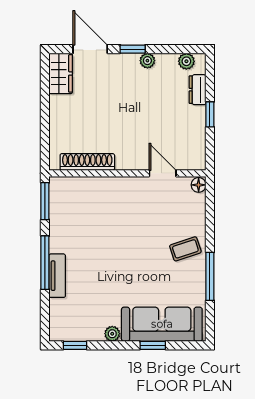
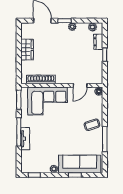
wardrobe: (61, 73) -> (27, 50), moved
door: (163, 173) -> (80, 85), swing flipped
corner sofa: (100, 203) -> (48, 101), added

